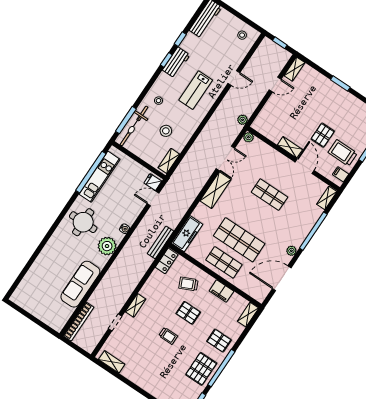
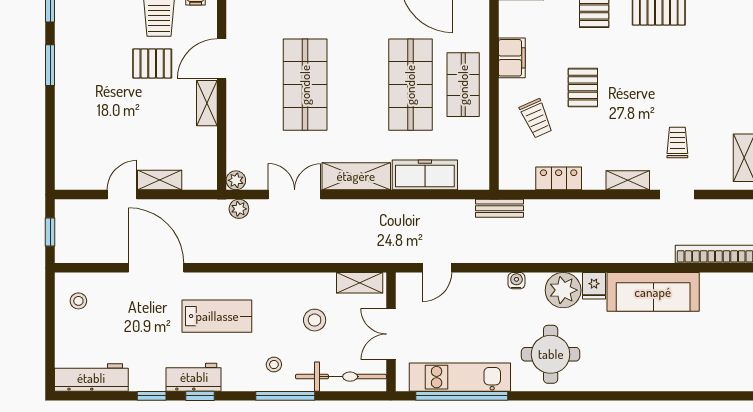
shelving: (294, 69) -> (160, 180), moved
door: (234, 78) -> (156, 268), width x1.87
window: (340, 83) -> (50, 65), moved
door: (275, 84) -> (122, 195), hinge flipped
window: (126, 120) -> (285, 396), moved
plant: (243, 120) -> (239, 209), moved
double door: (138, 160) -> (391, 334), added
fridge: (153, 182) -> (594, 286), moved
shop shelf: (269, 195) -> (305, 85), width x1.43, depth x1.36
door: (153, 198) -> (437, 268), hinge flipped
freezer: (187, 234) -> (425, 175), moved
bench: (160, 242) -> (500, 208), width x0.73
locker: (167, 261) -> (559, 178), moved
trolley: (168, 336) -> (677, 142), moved

